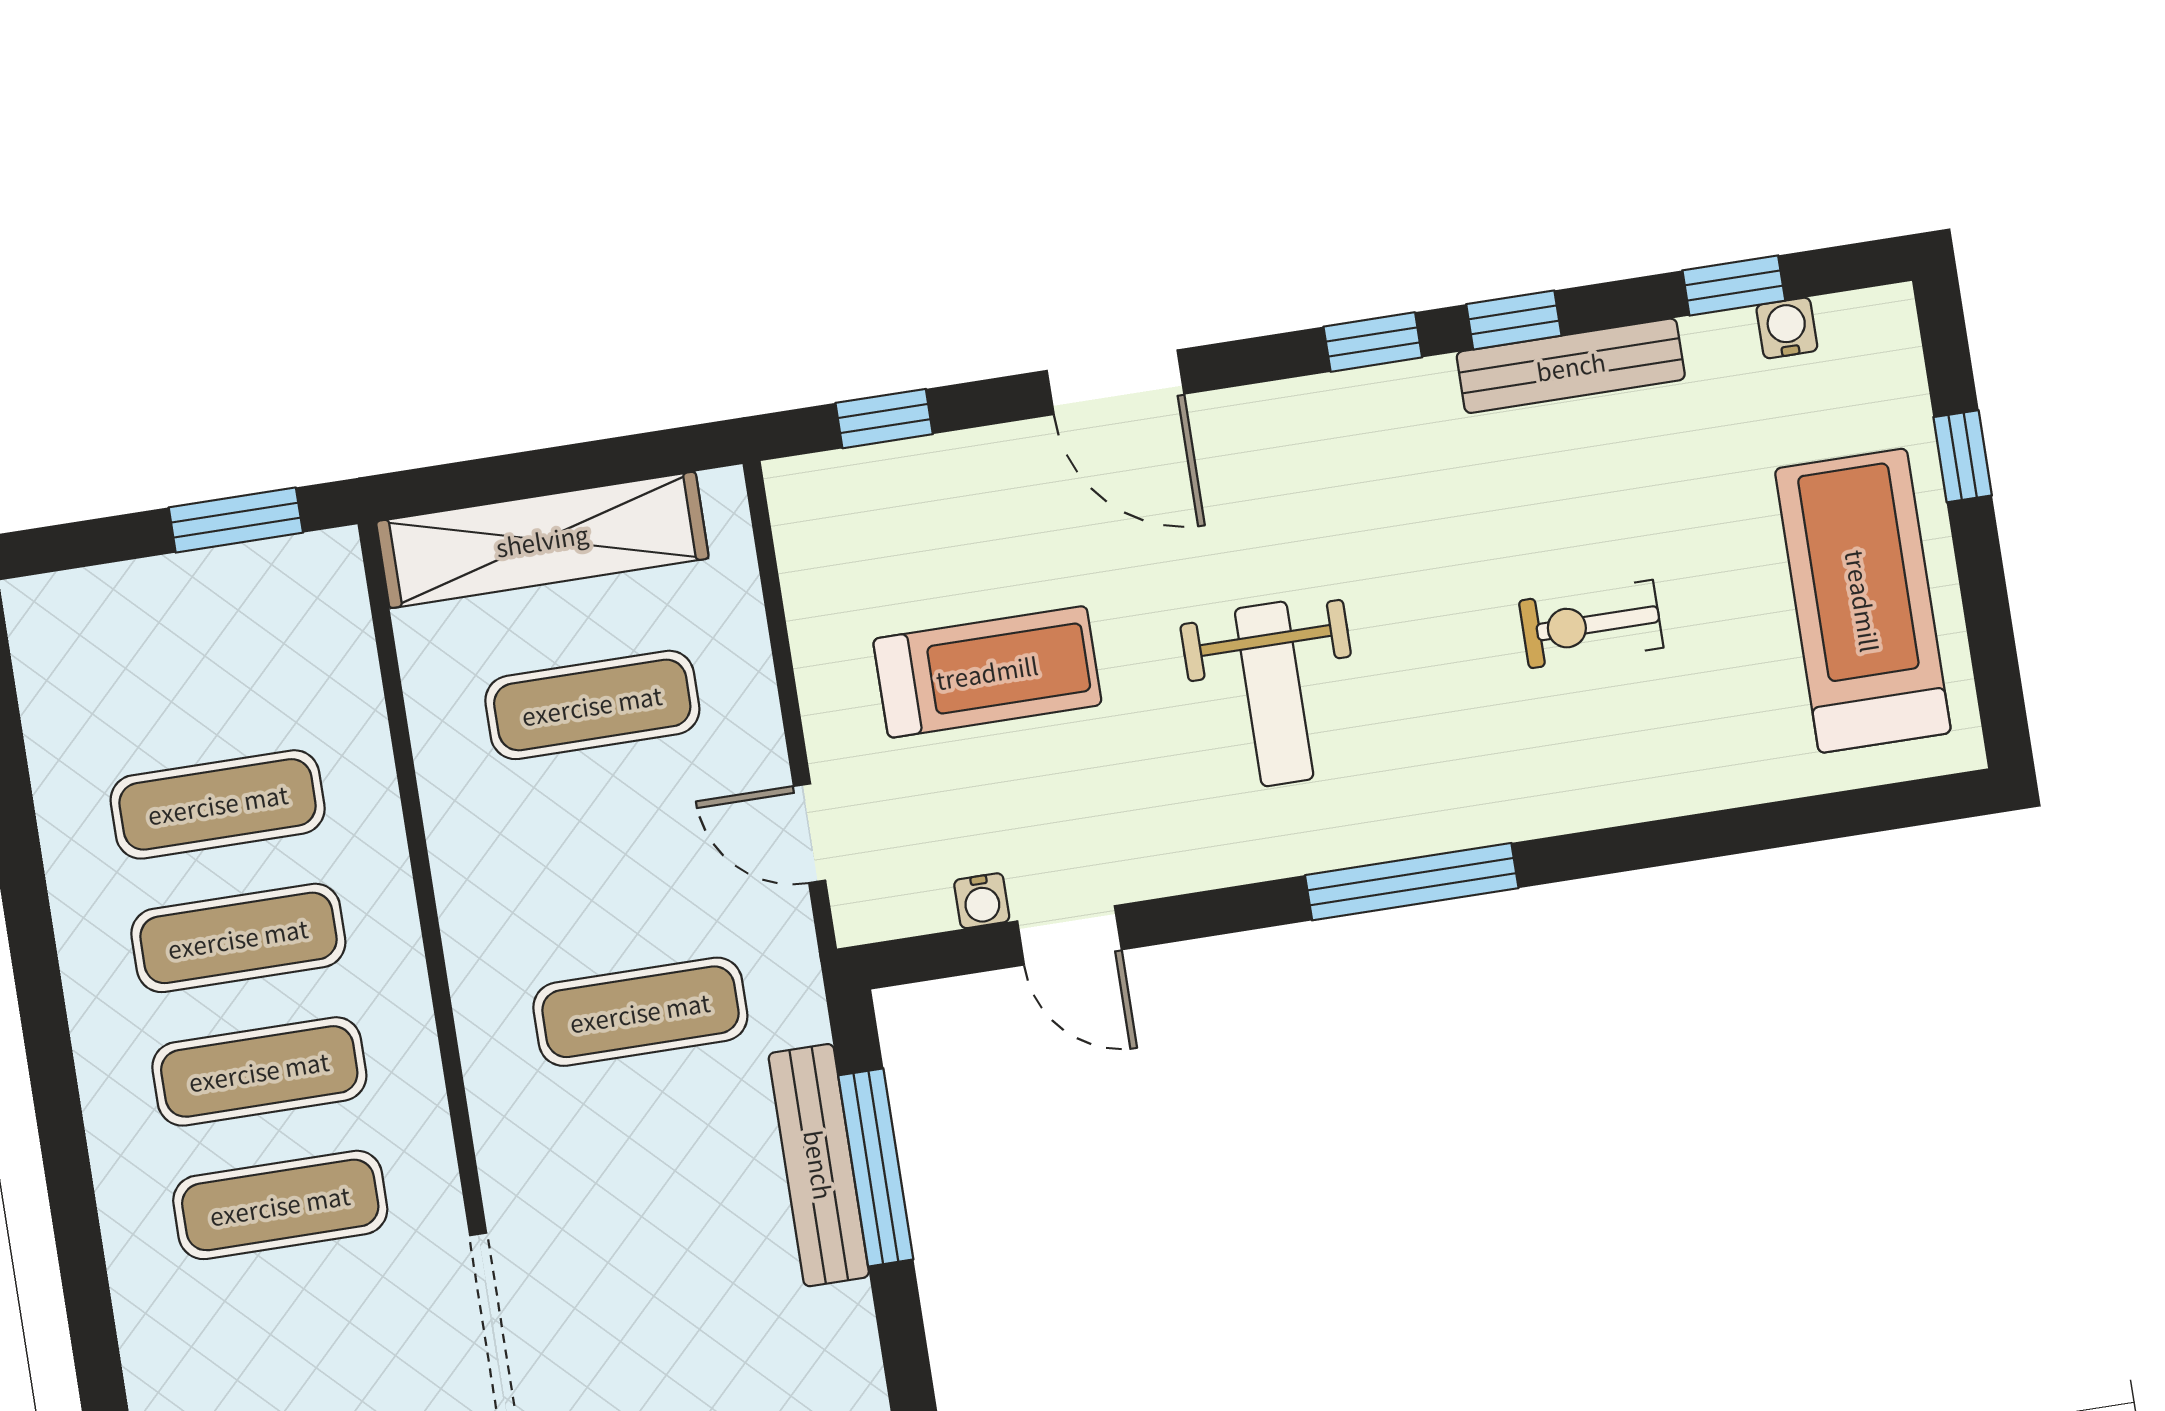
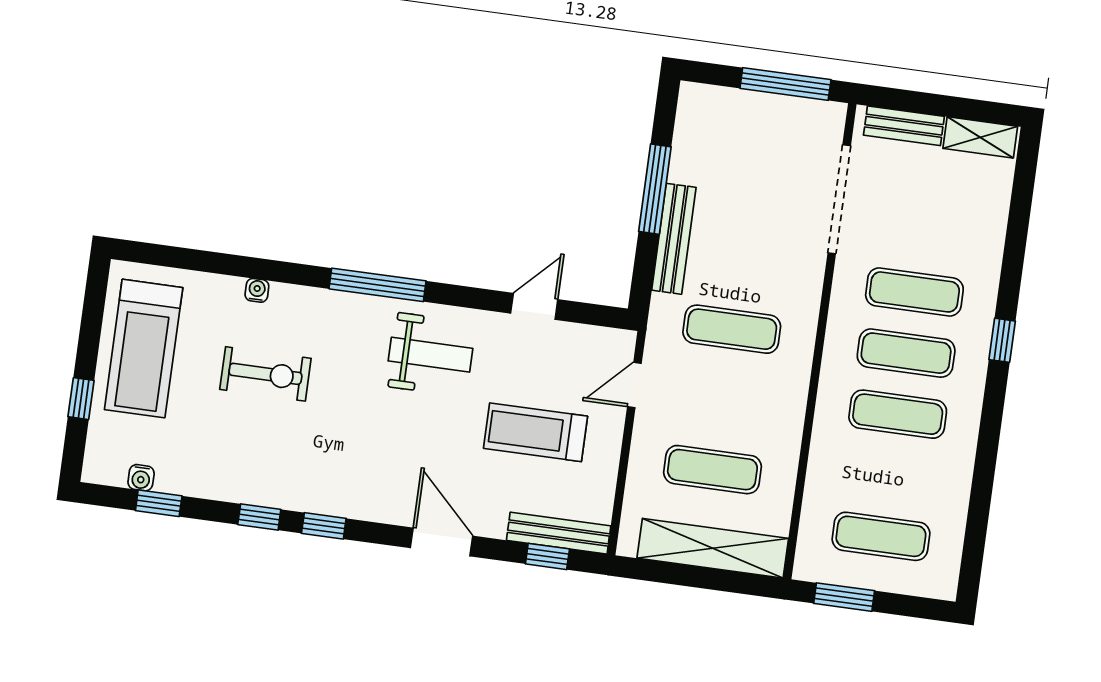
bench: (1571, 366) -> (559, 533), moved
exercise bike: (1591, 624) -> (265, 374), width x1.38, depth x1.39
weight bench: (1274, 694) -> (430, 355), moved, turned 90
exercise mat: (218, 804) -> (881, 536), moved
door: (810, 833) -> (634, 385), swing flipped
water cooler: (982, 901) -> (257, 290), moved
door: (1069, 935) -> (534, 306), hinge flipped
window: (66, 1159) -> (1002, 340), added
window: (876, 1167) -> (655, 189), moved

